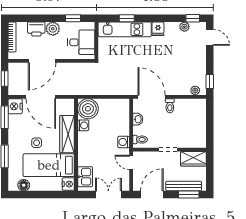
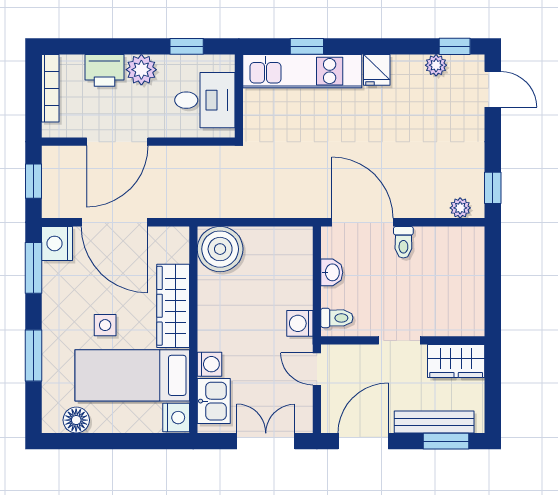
washing machine: (83, 125) -> (209, 364), moved

